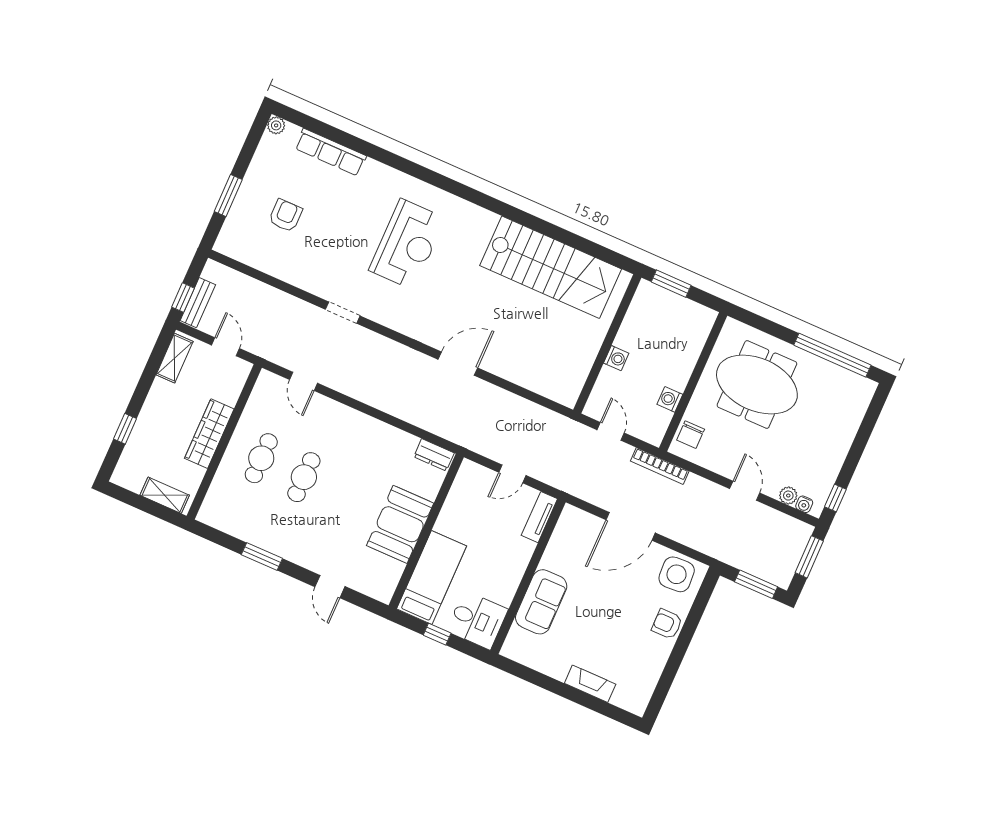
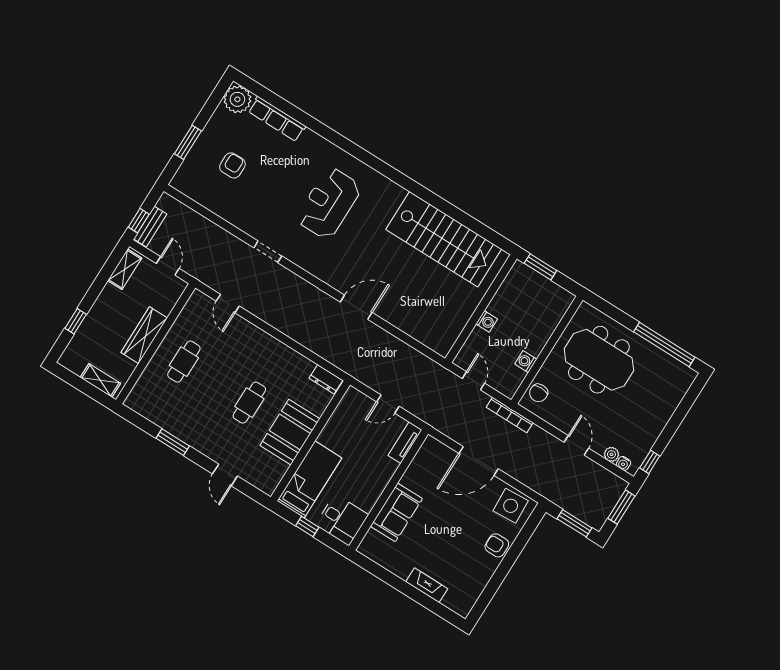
plant: (276, 125) -> (237, 99), width x1.87, depth x1.87
reception desk: (407, 244) -> (329, 203), turned 180
cafe table: (304, 477) -> (249, 403), moved

